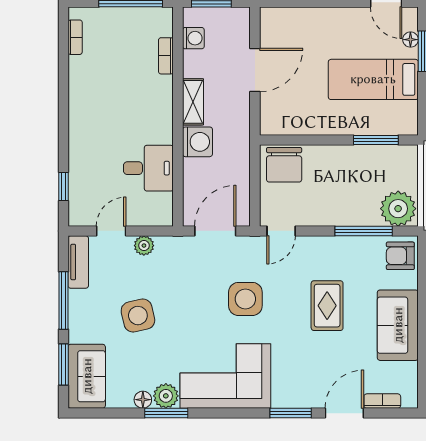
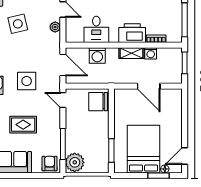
washing machine: (193, 38) -> (151, 53), moved
bed: (373, 79) -> (144, 149), width x1.50
printer: (155, 101) -> (132, 33), added
washing machine: (197, 142) -> (97, 55), moved

